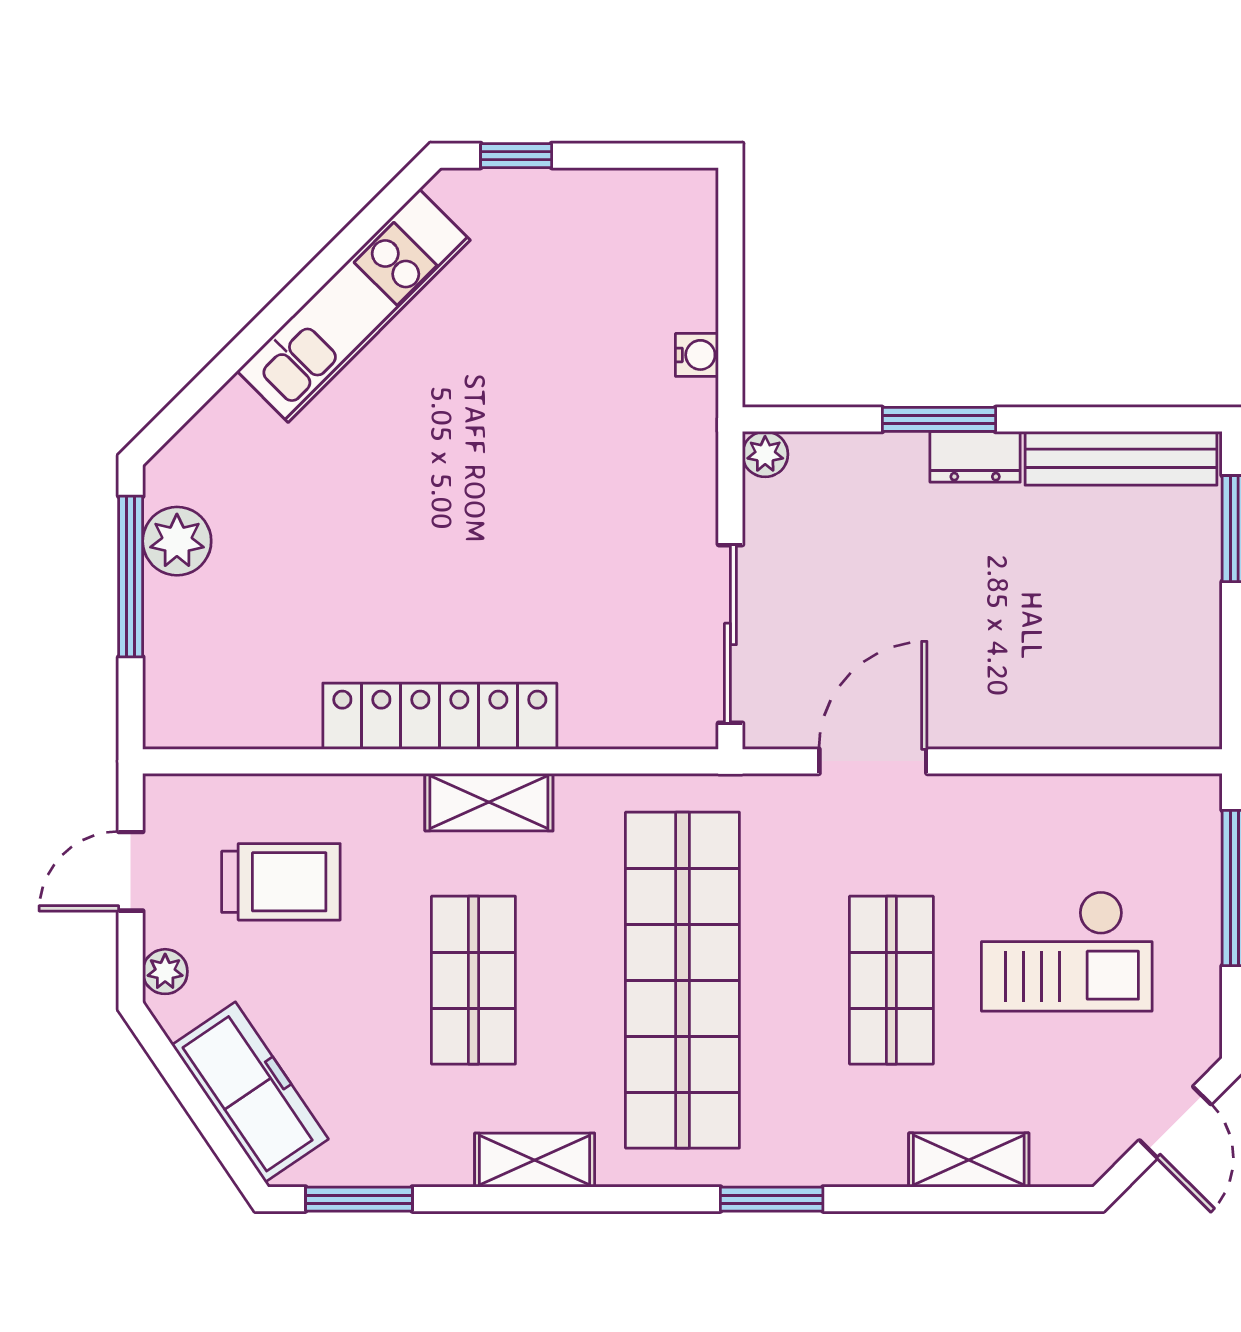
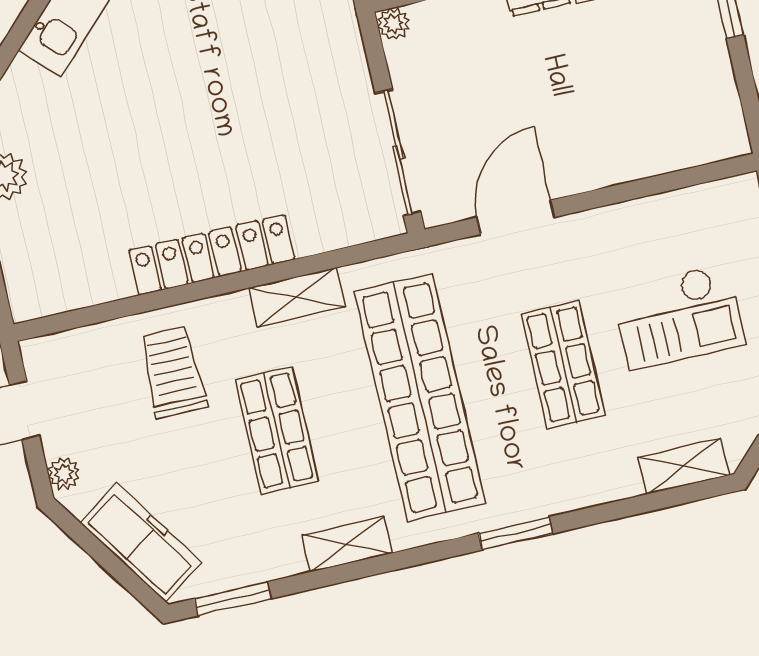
shelving: (489, 802) -> (297, 297), moved
trolley: (281, 882) -> (173, 372), moved, turned -90
shelving: (969, 1160) -> (684, 466), moved

